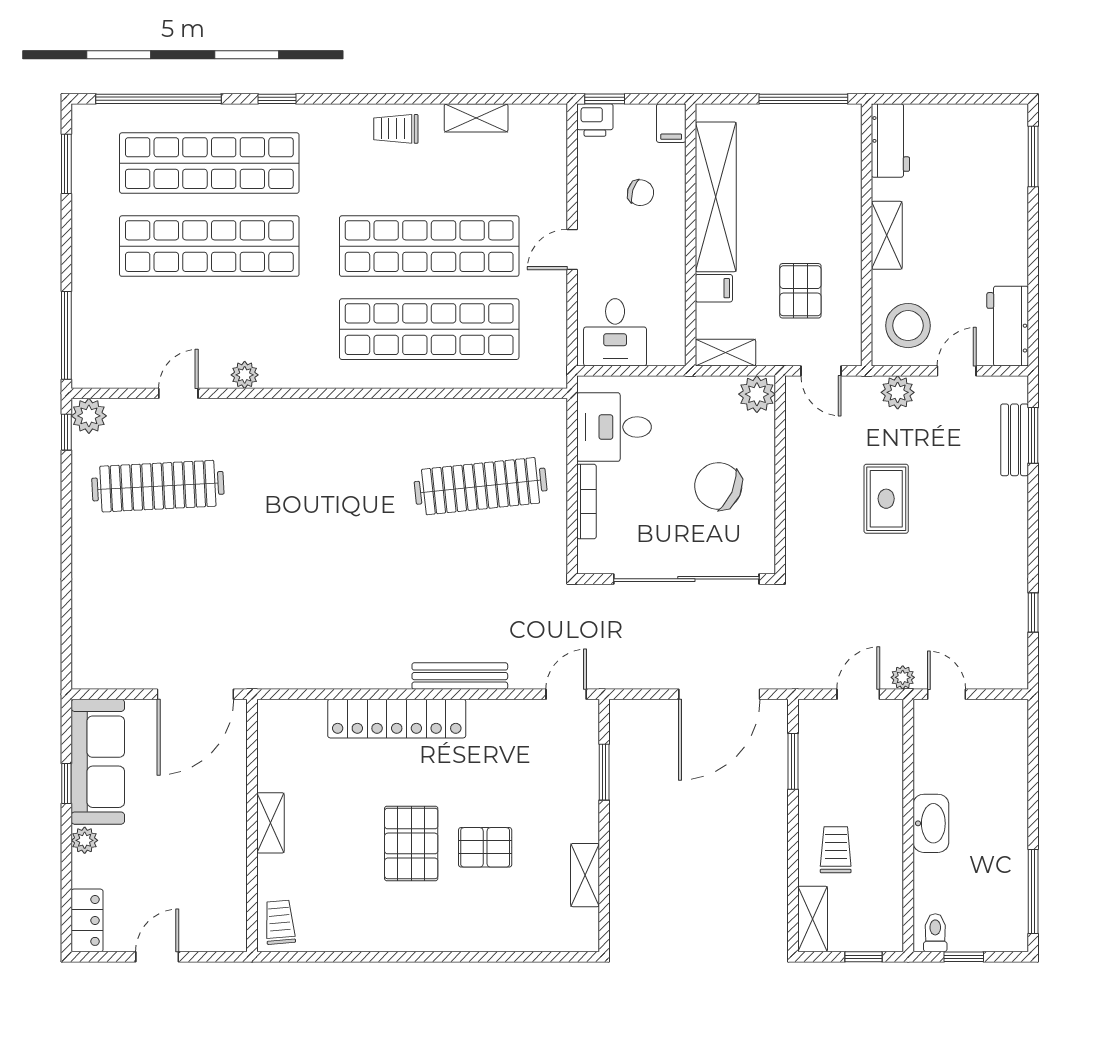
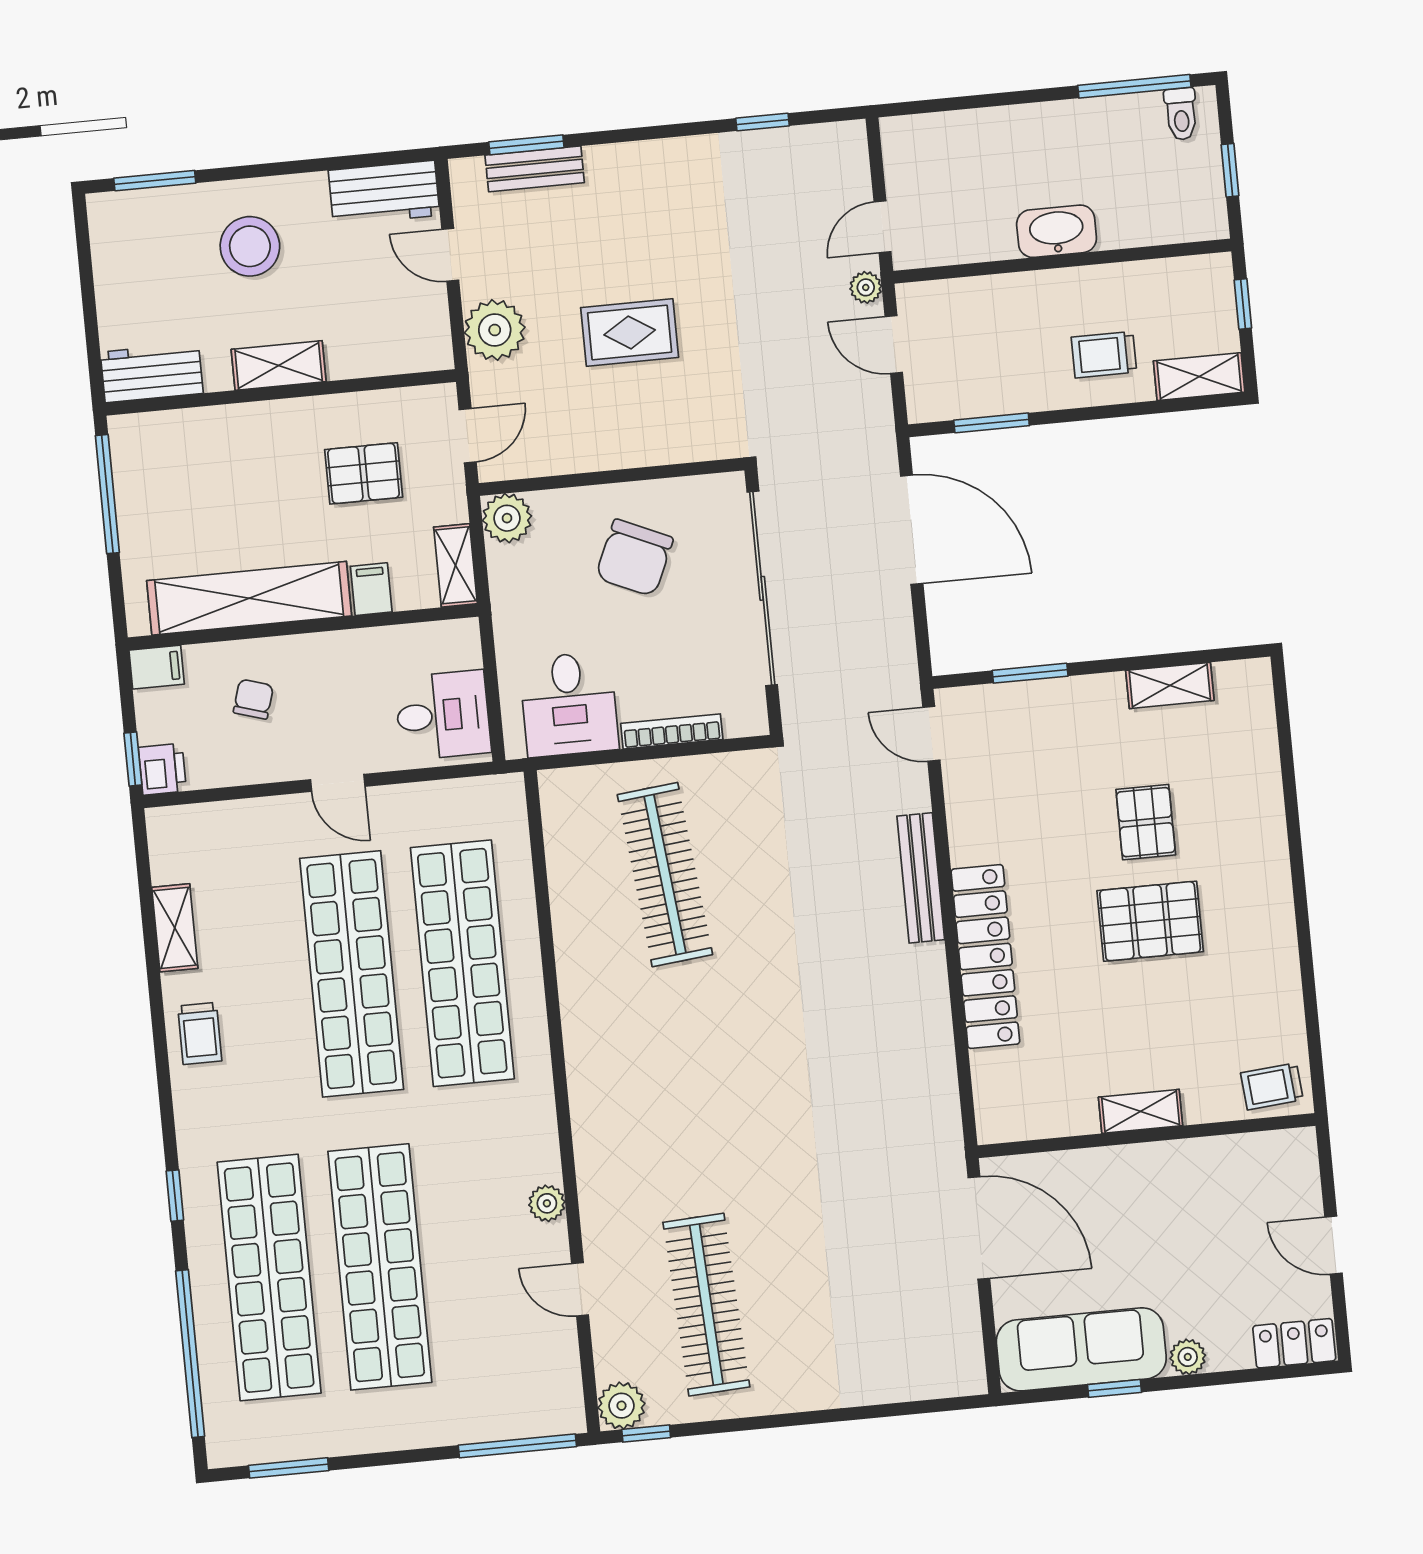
stool: (908, 326) -> (250, 246), moved
plant: (898, 392) -> (495, 330), width x1.36, depth x1.36
toilet: (935, 933) -> (1181, 114), moved, turned -90

